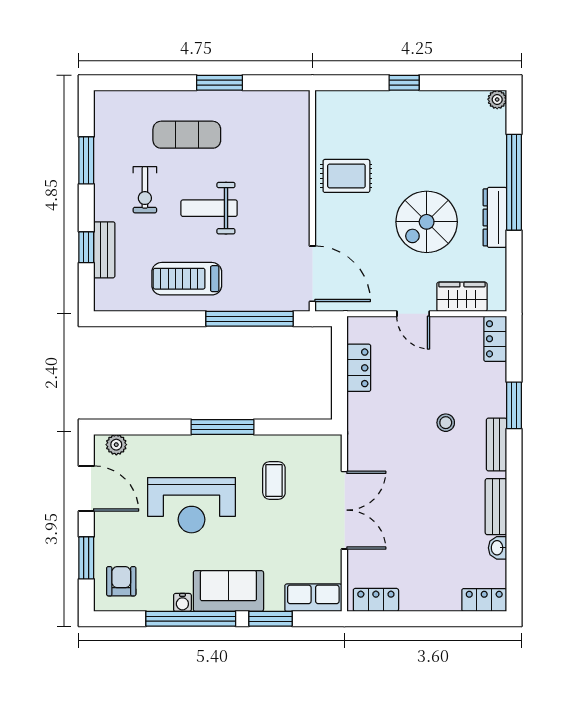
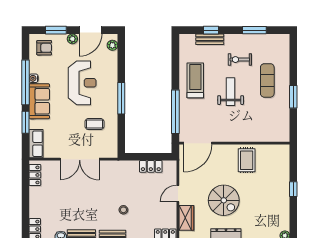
spiral stairs: (427, 222) -> (224, 200), turned 180
reception desk: (192, 505) -> (82, 83), turned 180
plant: (104, 525) -> (72, 39), added

